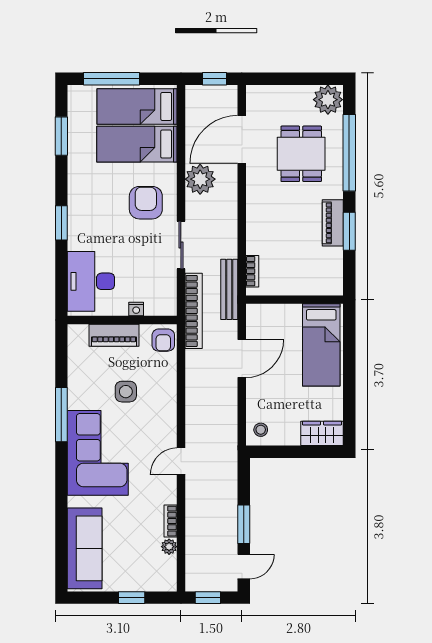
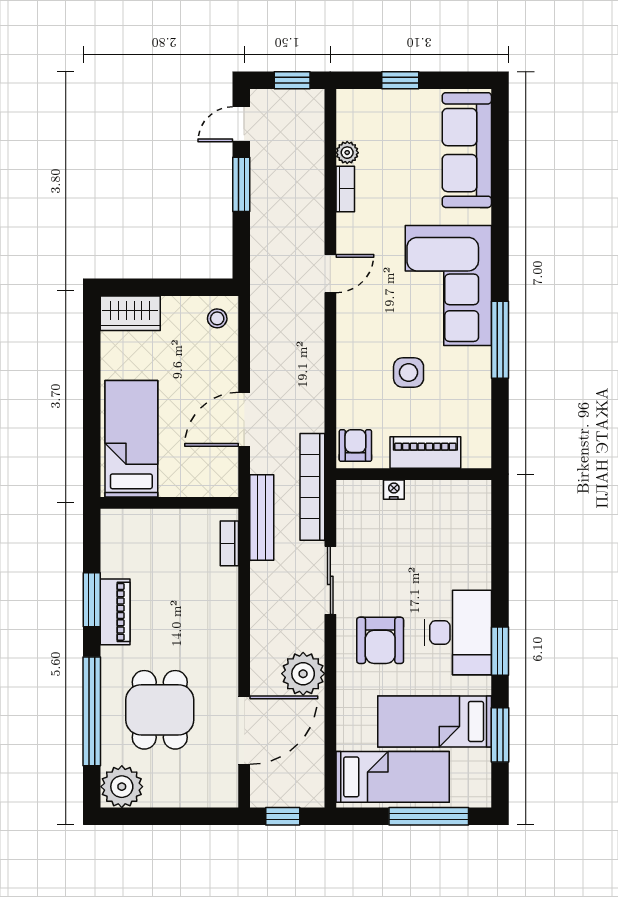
bed: (137, 144) -> (435, 721), moved, turned 180
window: (61, 223) -> (500, 651), moved
desk: (91, 281) -> (458, 632), moved

